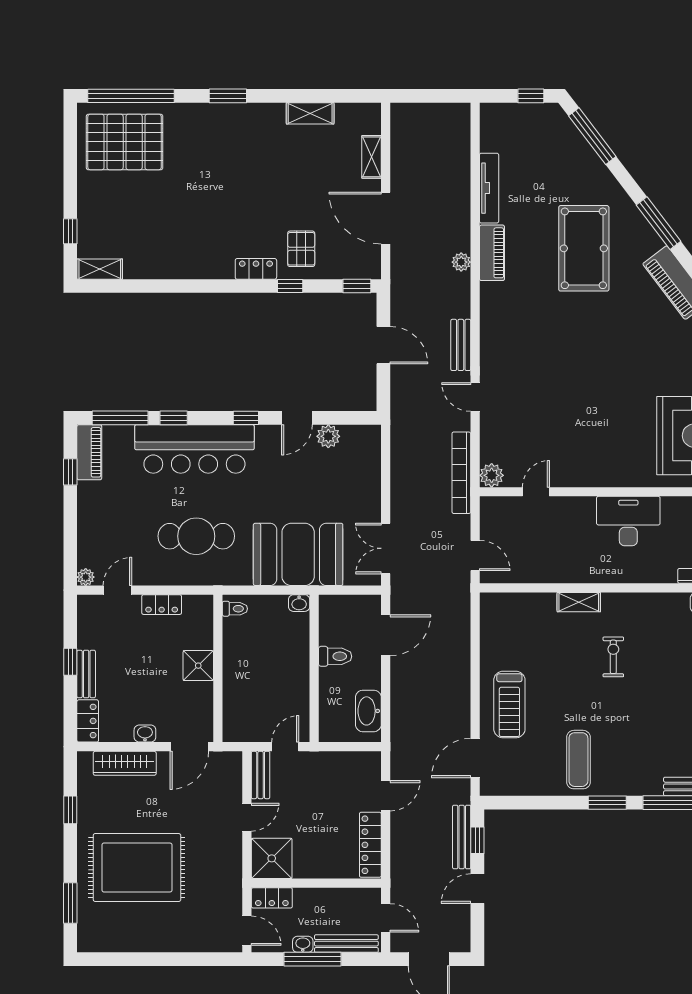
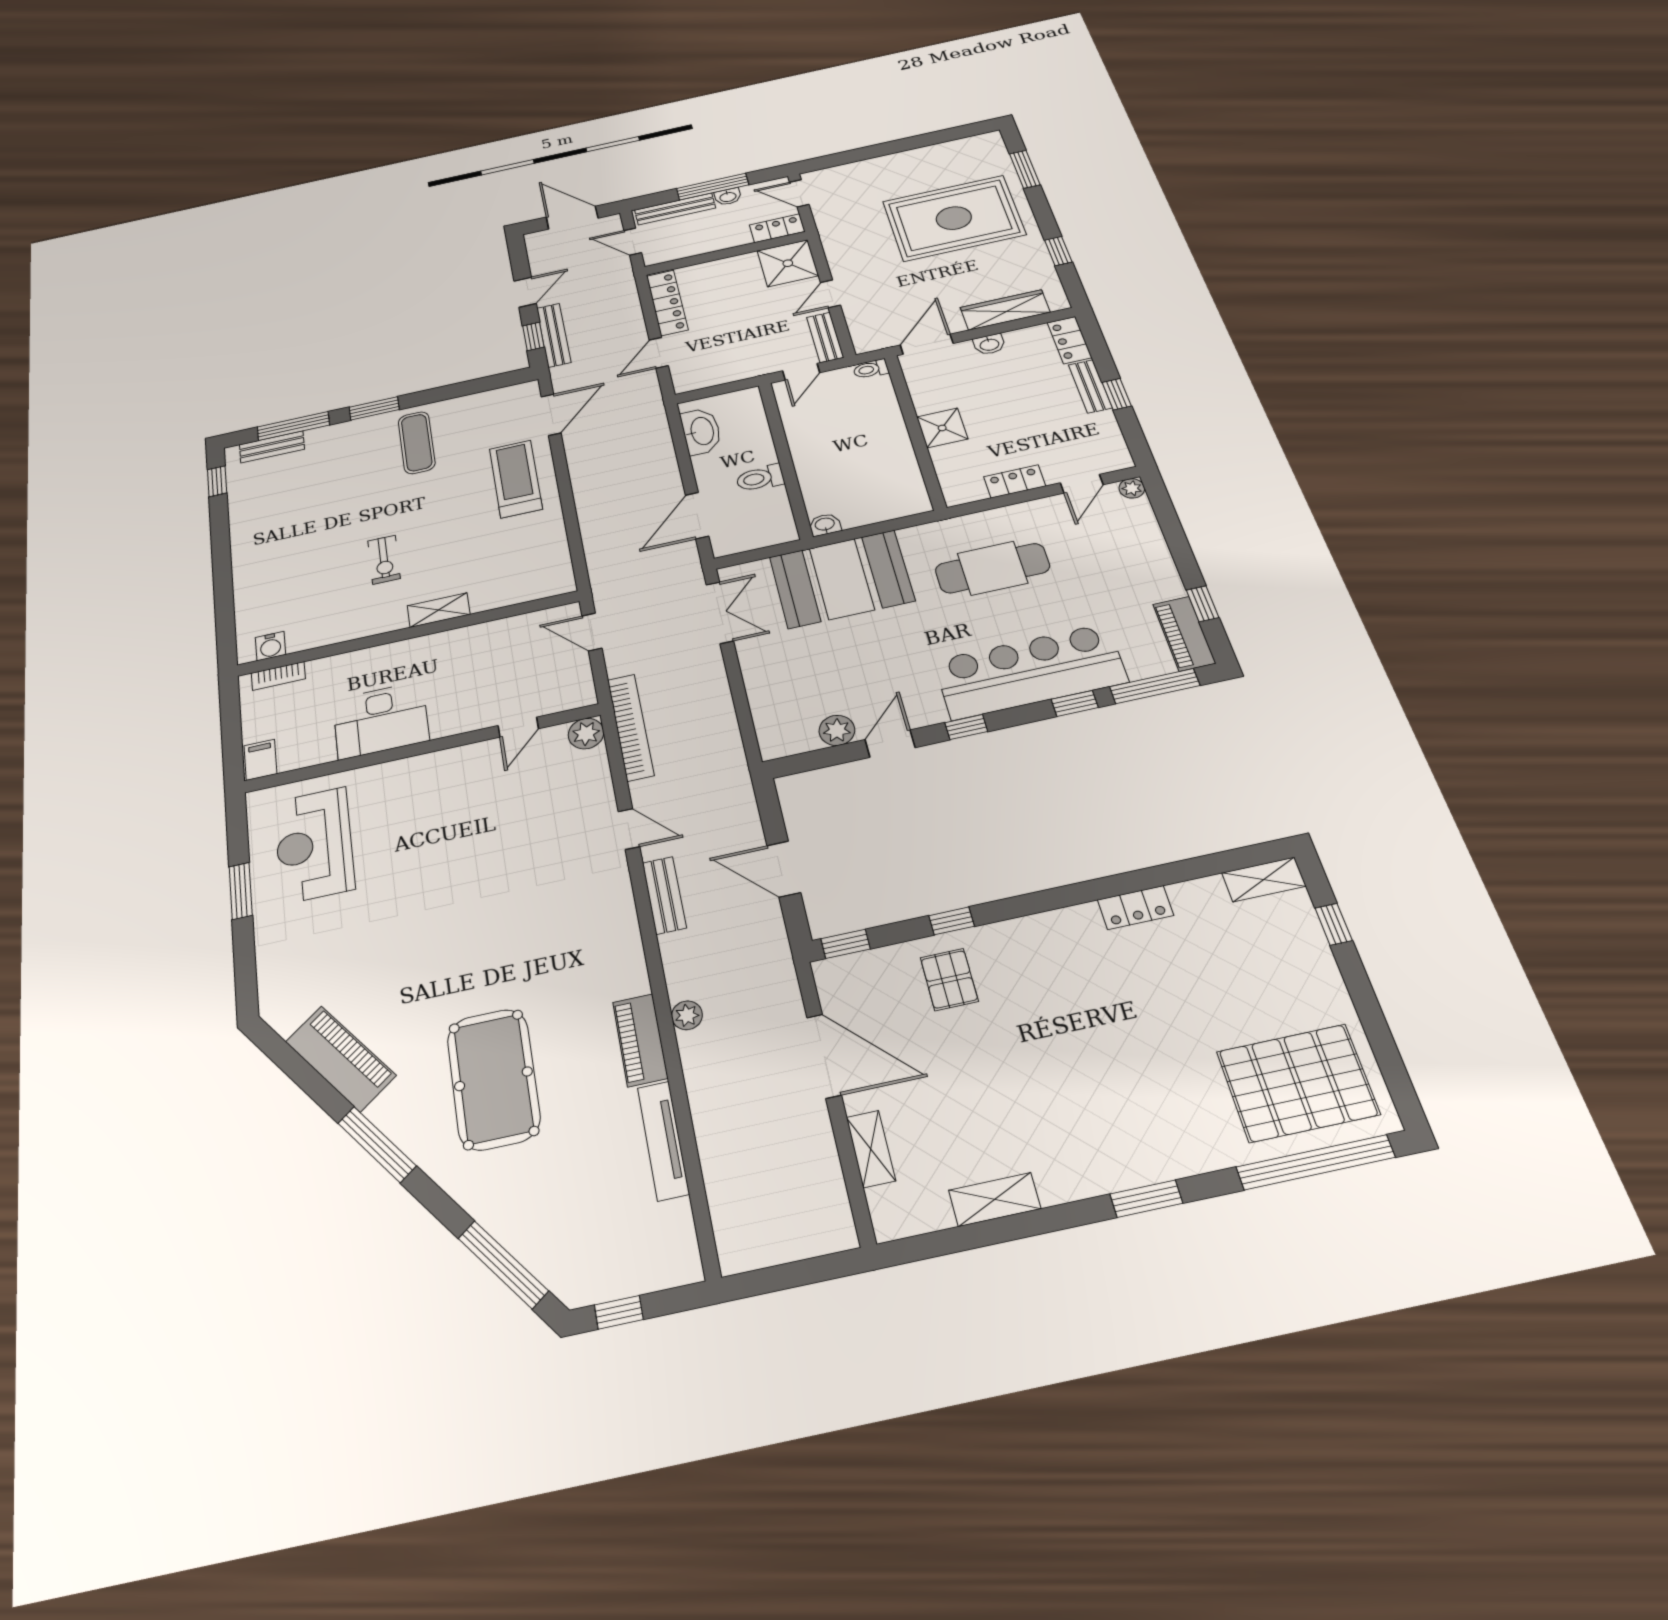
locker: (256, 269) -> (1135, 908), moved
toilet: (235, 609) -> (871, 369), moved

